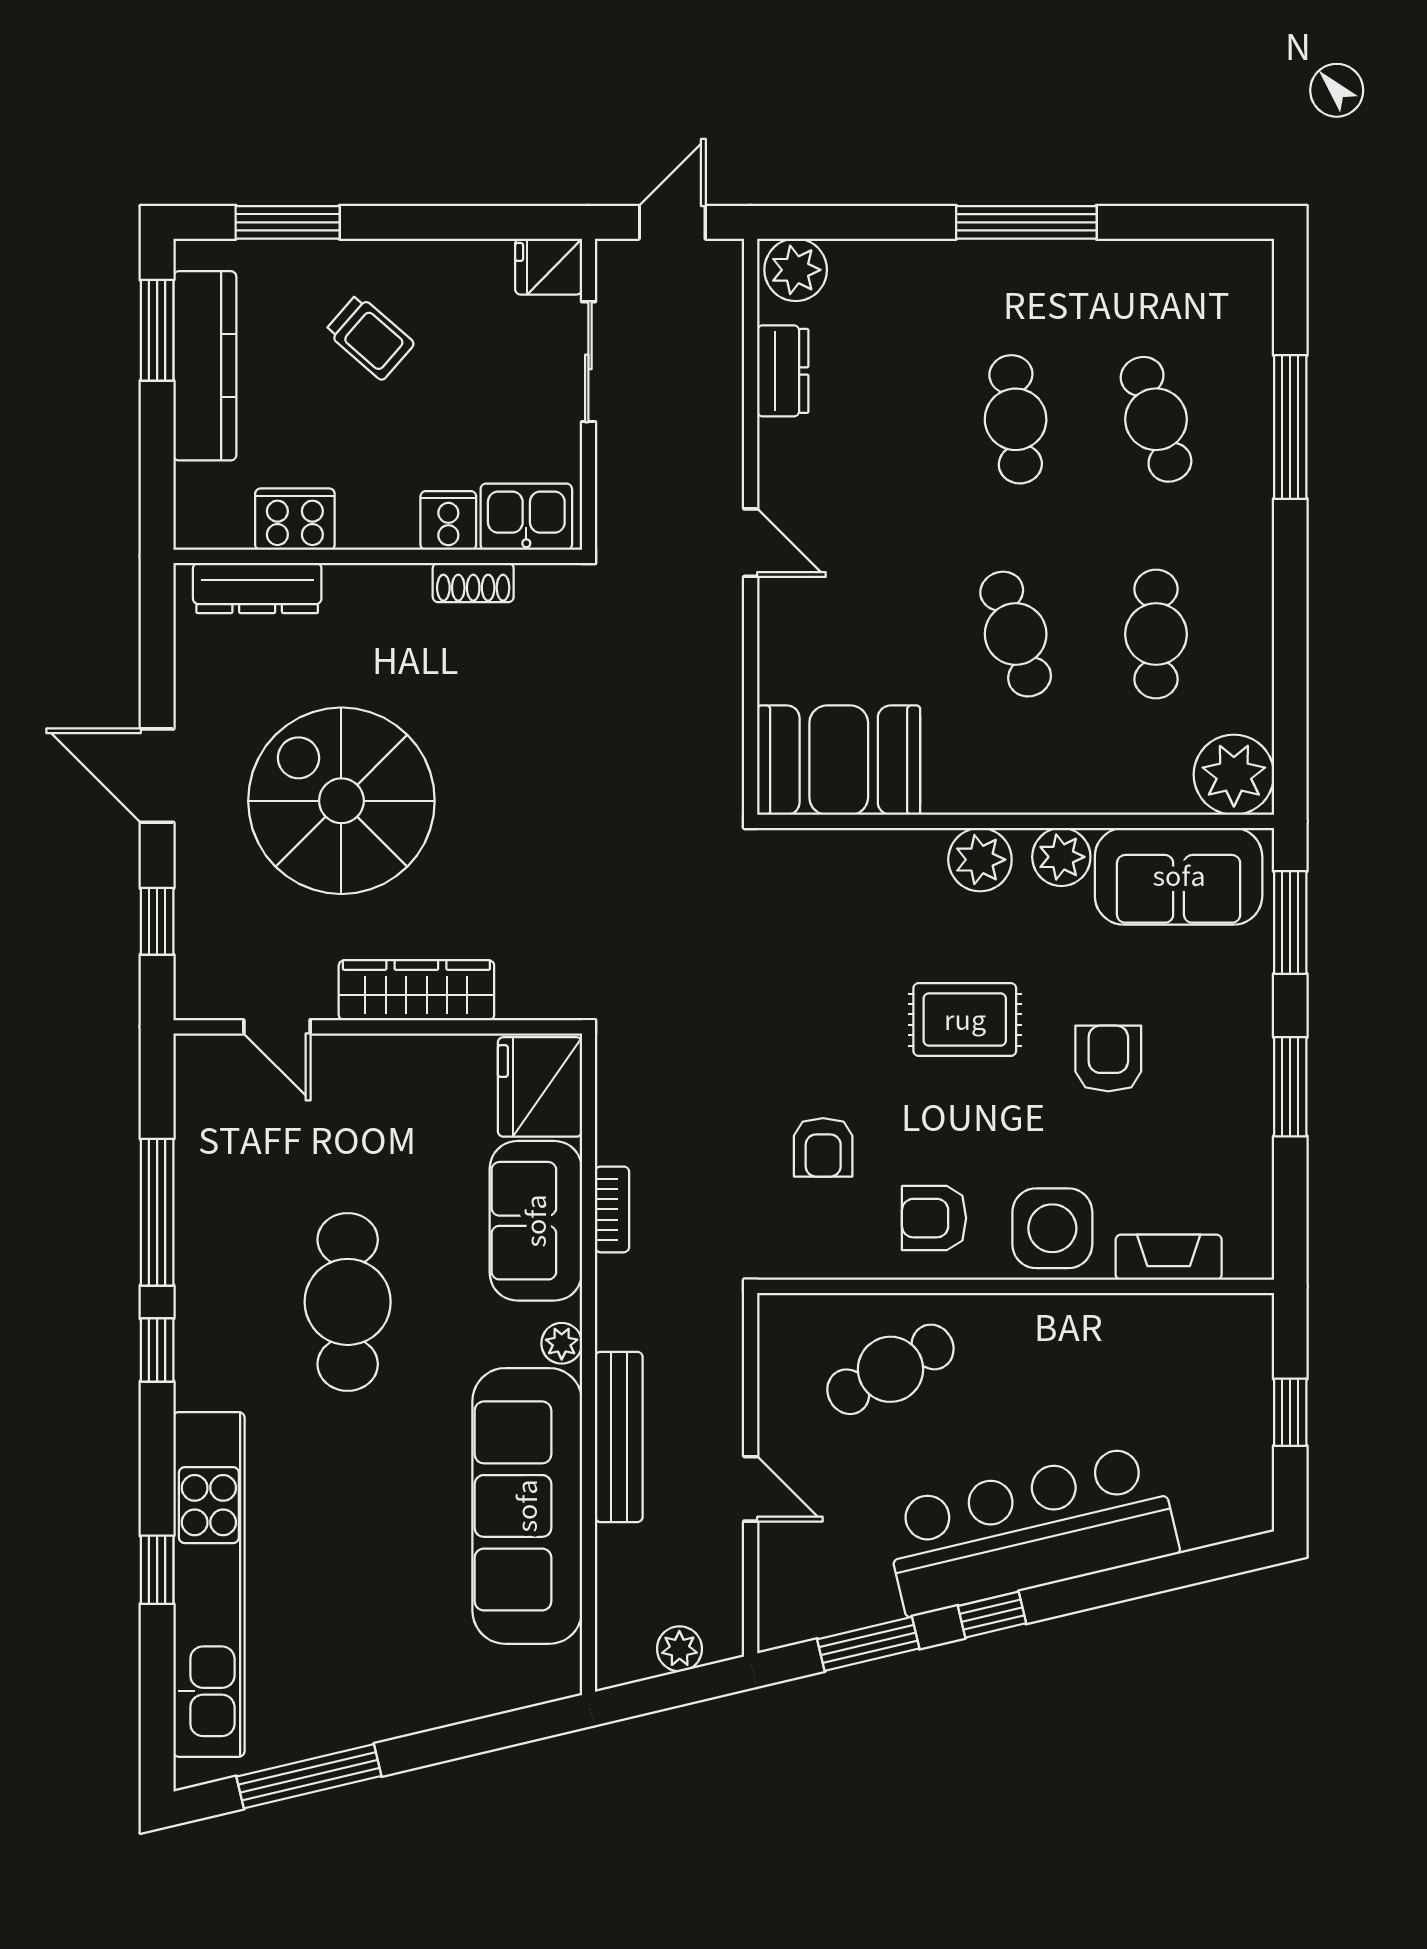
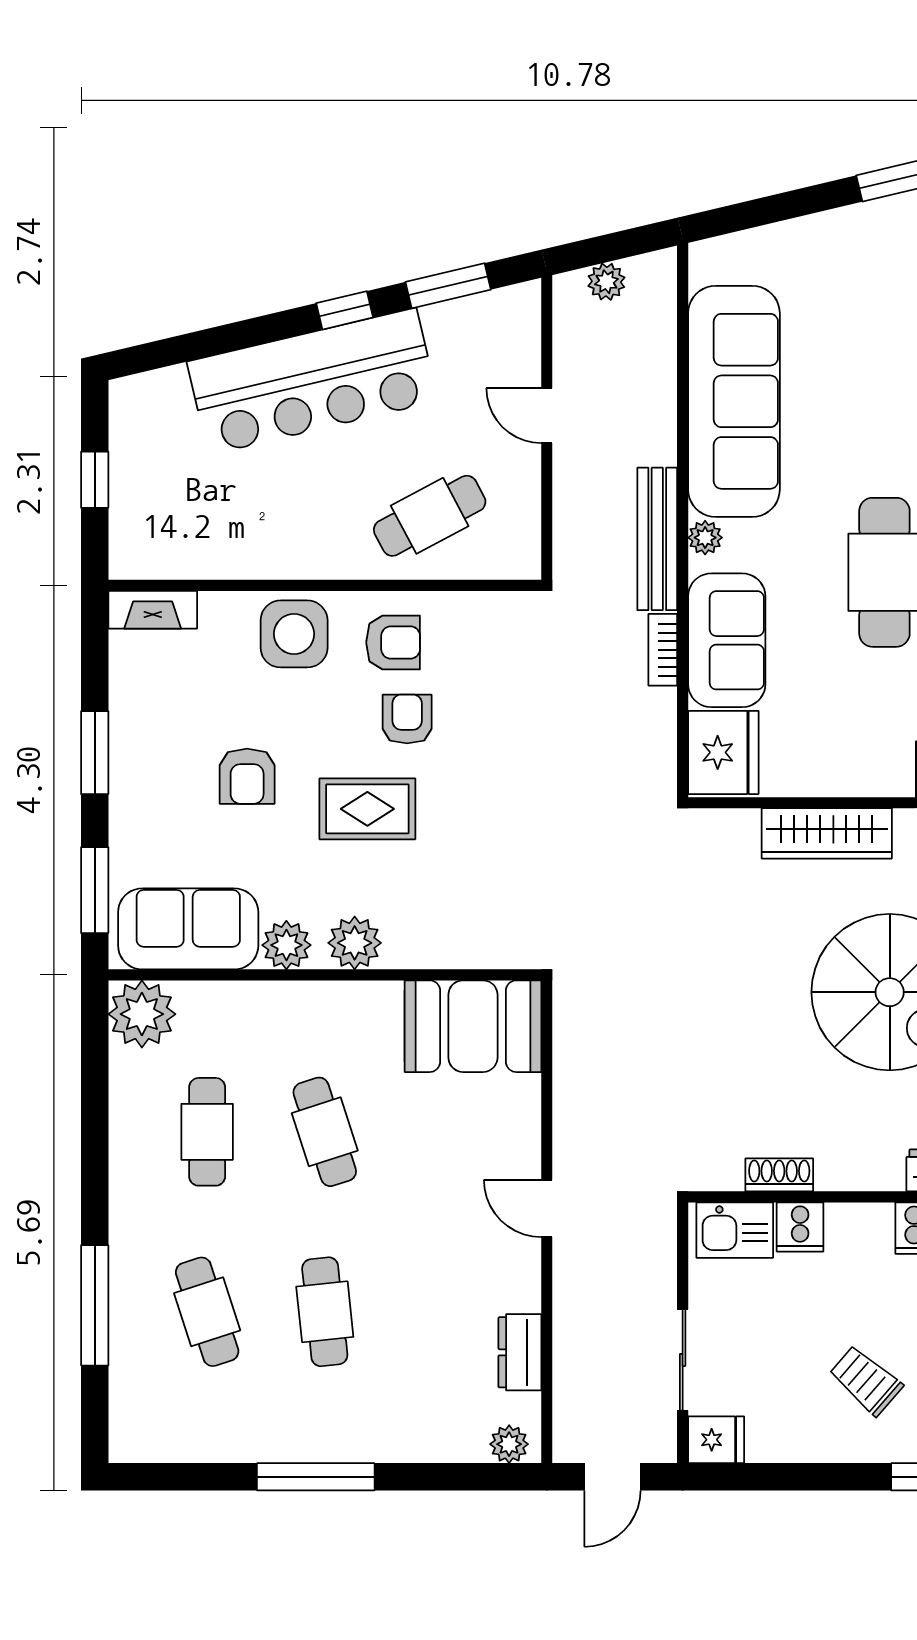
plant: (796, 270) -> (509, 1444), width x0.73, depth x0.73
armchair: (823, 1147) -> (407, 719), moved
fireplace: (1169, 1257) -> (153, 610), moved
bench: (619, 1437) -> (657, 539), moved

